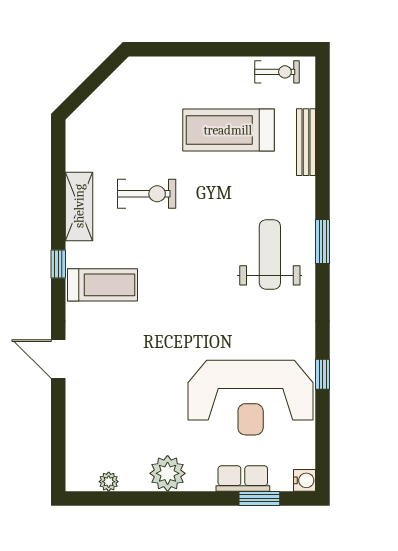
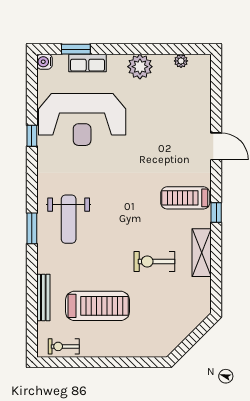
reception desk: (251, 398) -> (82, 119), turned 180

